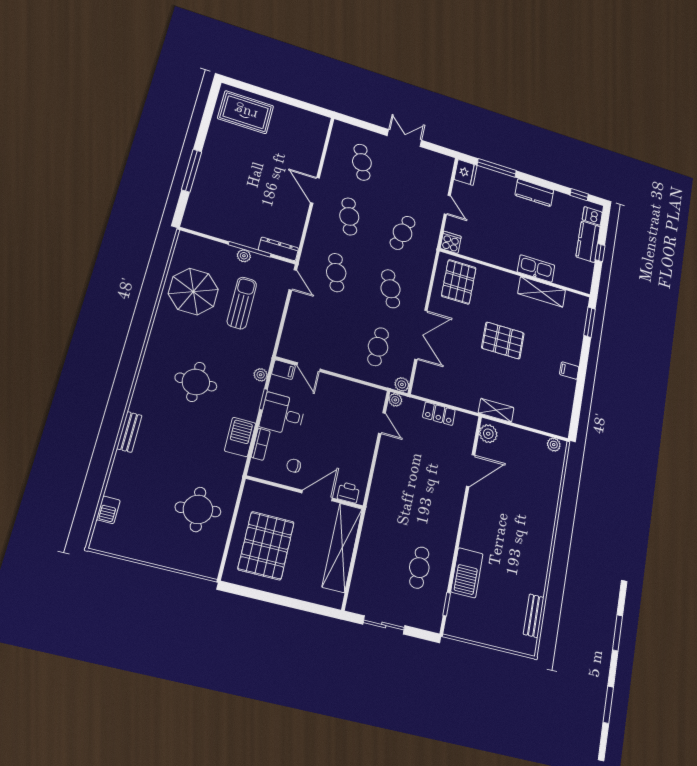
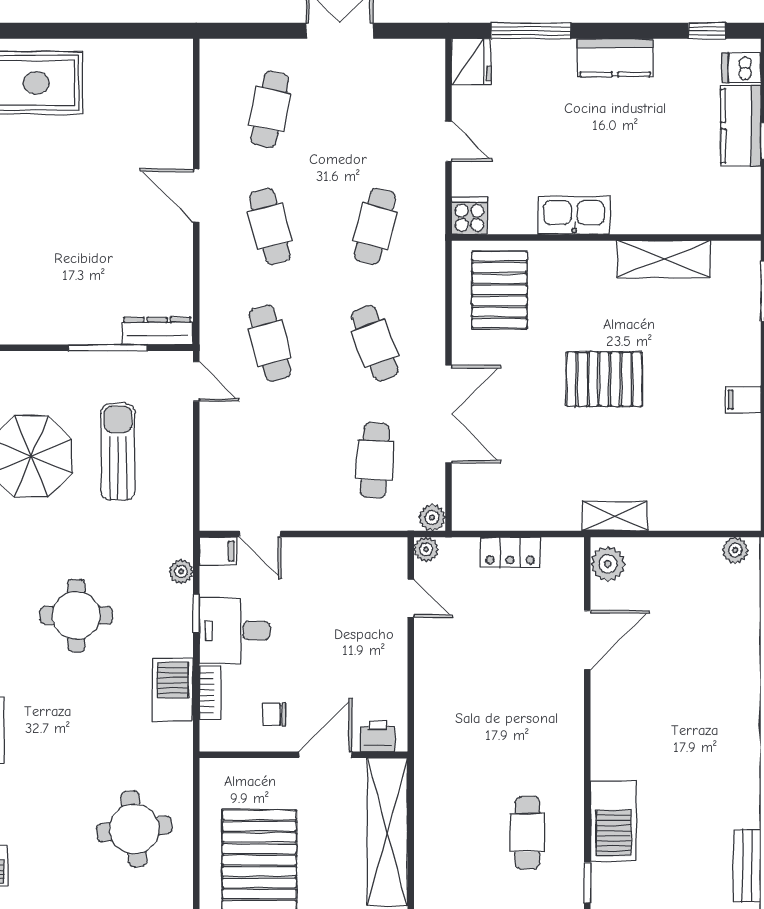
cafe table: (362, 162) -> (270, 109), turned 30
plant: (244, 256) -> (101, 363), removed
kitchen sink: (536, 269) -> (574, 215), moved

